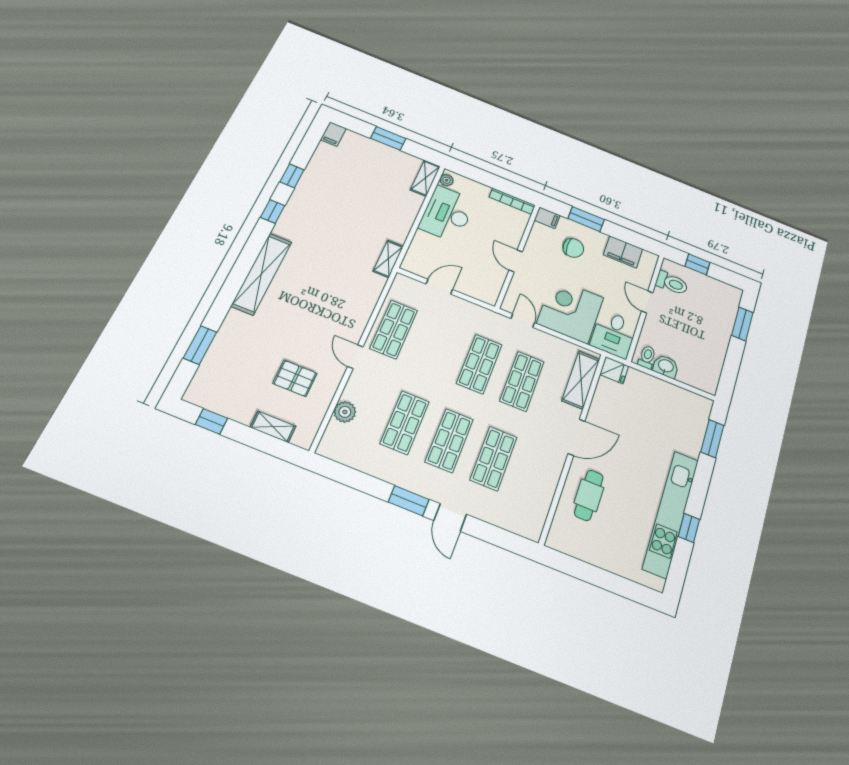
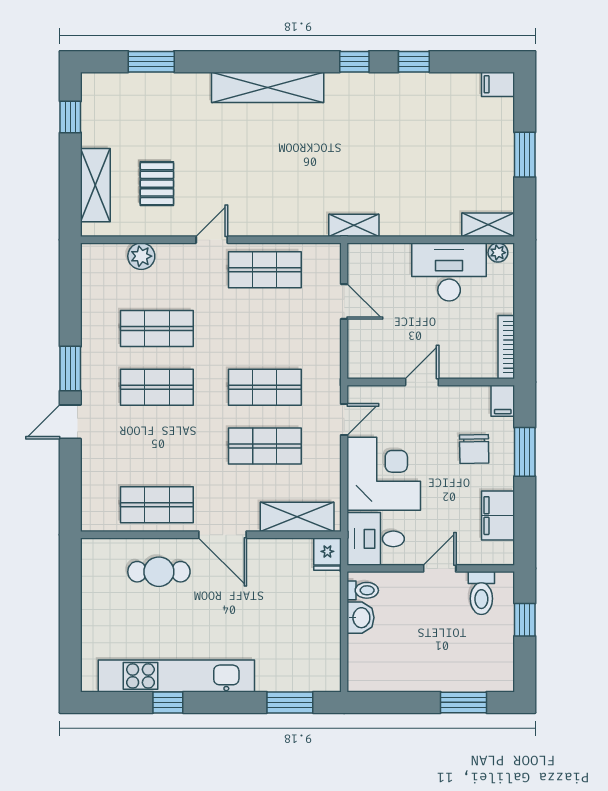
shelving: (273, 427) -> (95, 185), width x1.50, depth x1.33
shop shelf: (494, 458) -> (157, 505), moved

